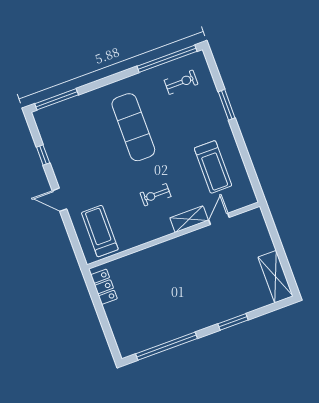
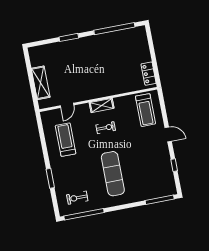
shelving: (189, 219) -> (102, 105), moved
shelving: (275, 277) -> (41, 83), moved

